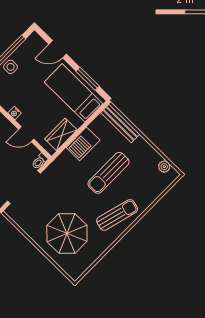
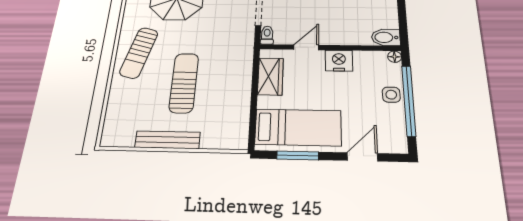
nightstand: (15, 113) -> (339, 61), width x1.89, depth x1.79
bench: (120, 123) -> (167, 140), moved
barbecue: (83, 144) -> (238, 87), removed
plant: (164, 167) -> (125, 139), removed

